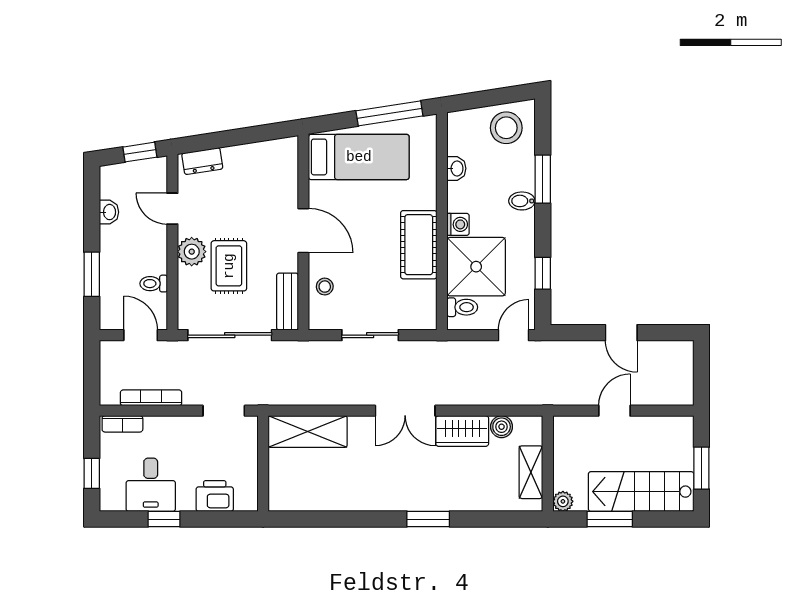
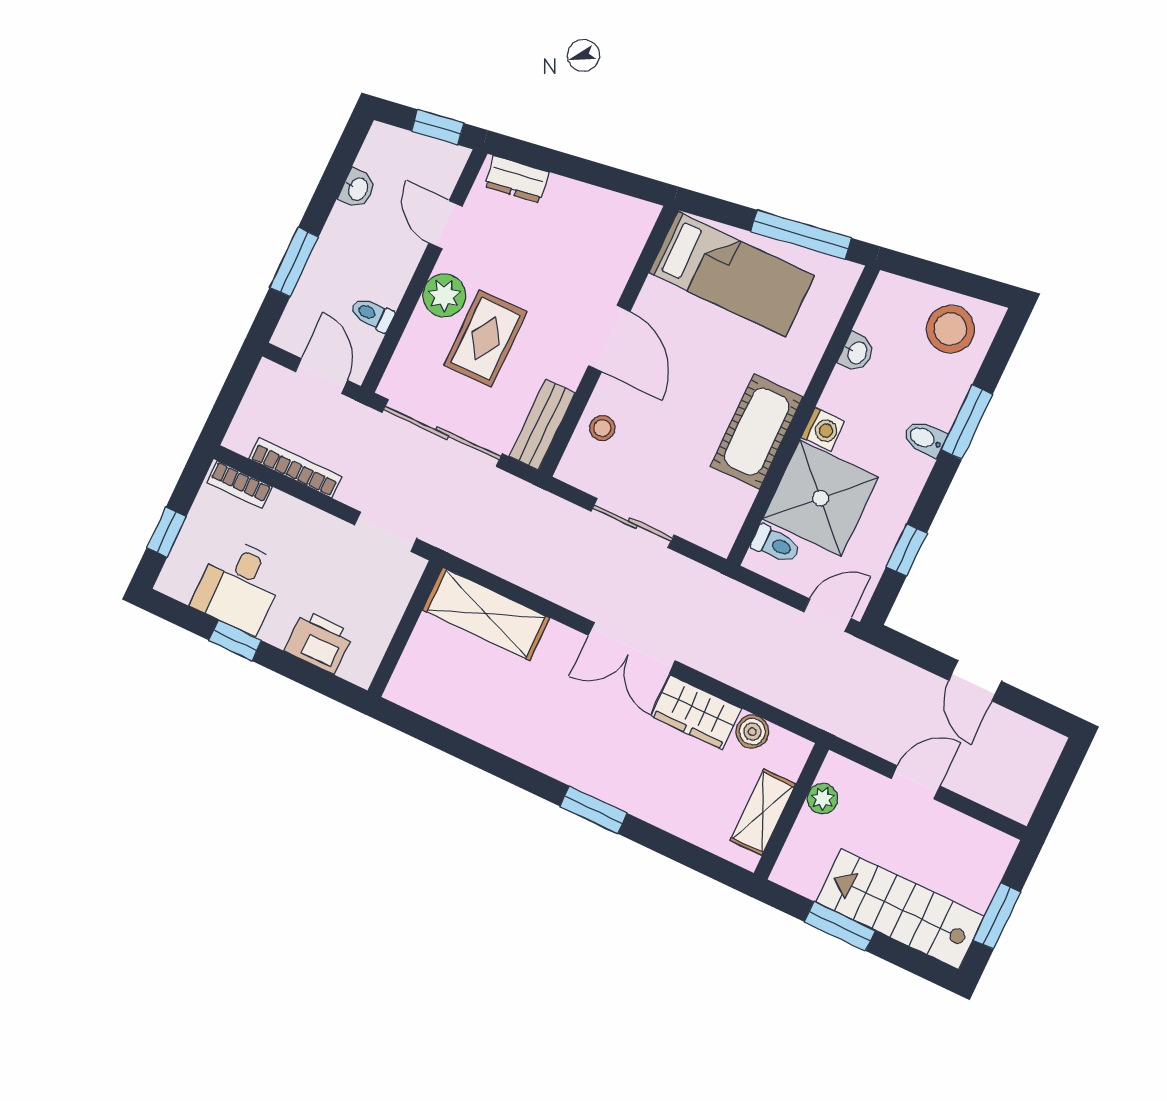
plant: (563, 501) -> (822, 799), moved

